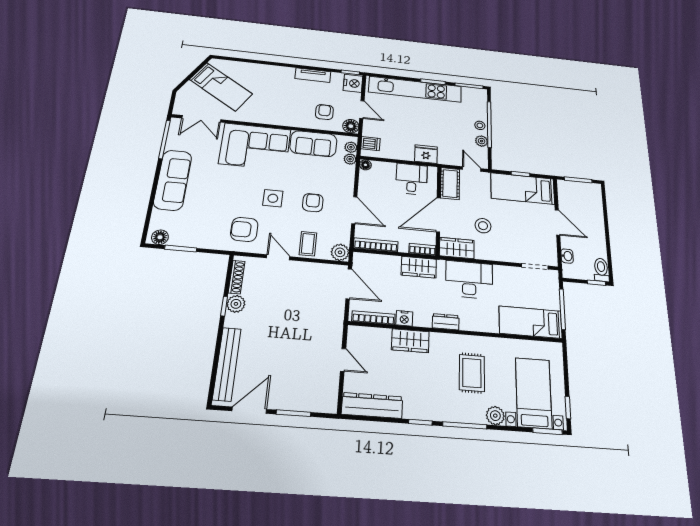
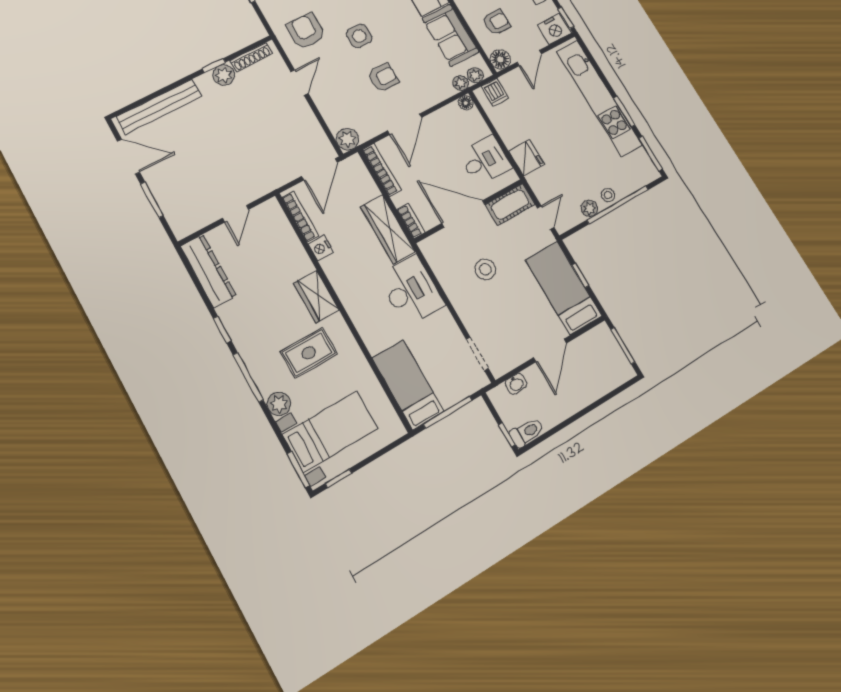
coffee table: (308, 244) -> (334, 102), removed
wardrobe: (457, 248) -> (438, 256), removed
wardrobe: (419, 267) -> (388, 229), width x1.50
dresser: (446, 322) -> (346, 293), removed
wardrobe: (410, 341) -> (316, 296), moved

